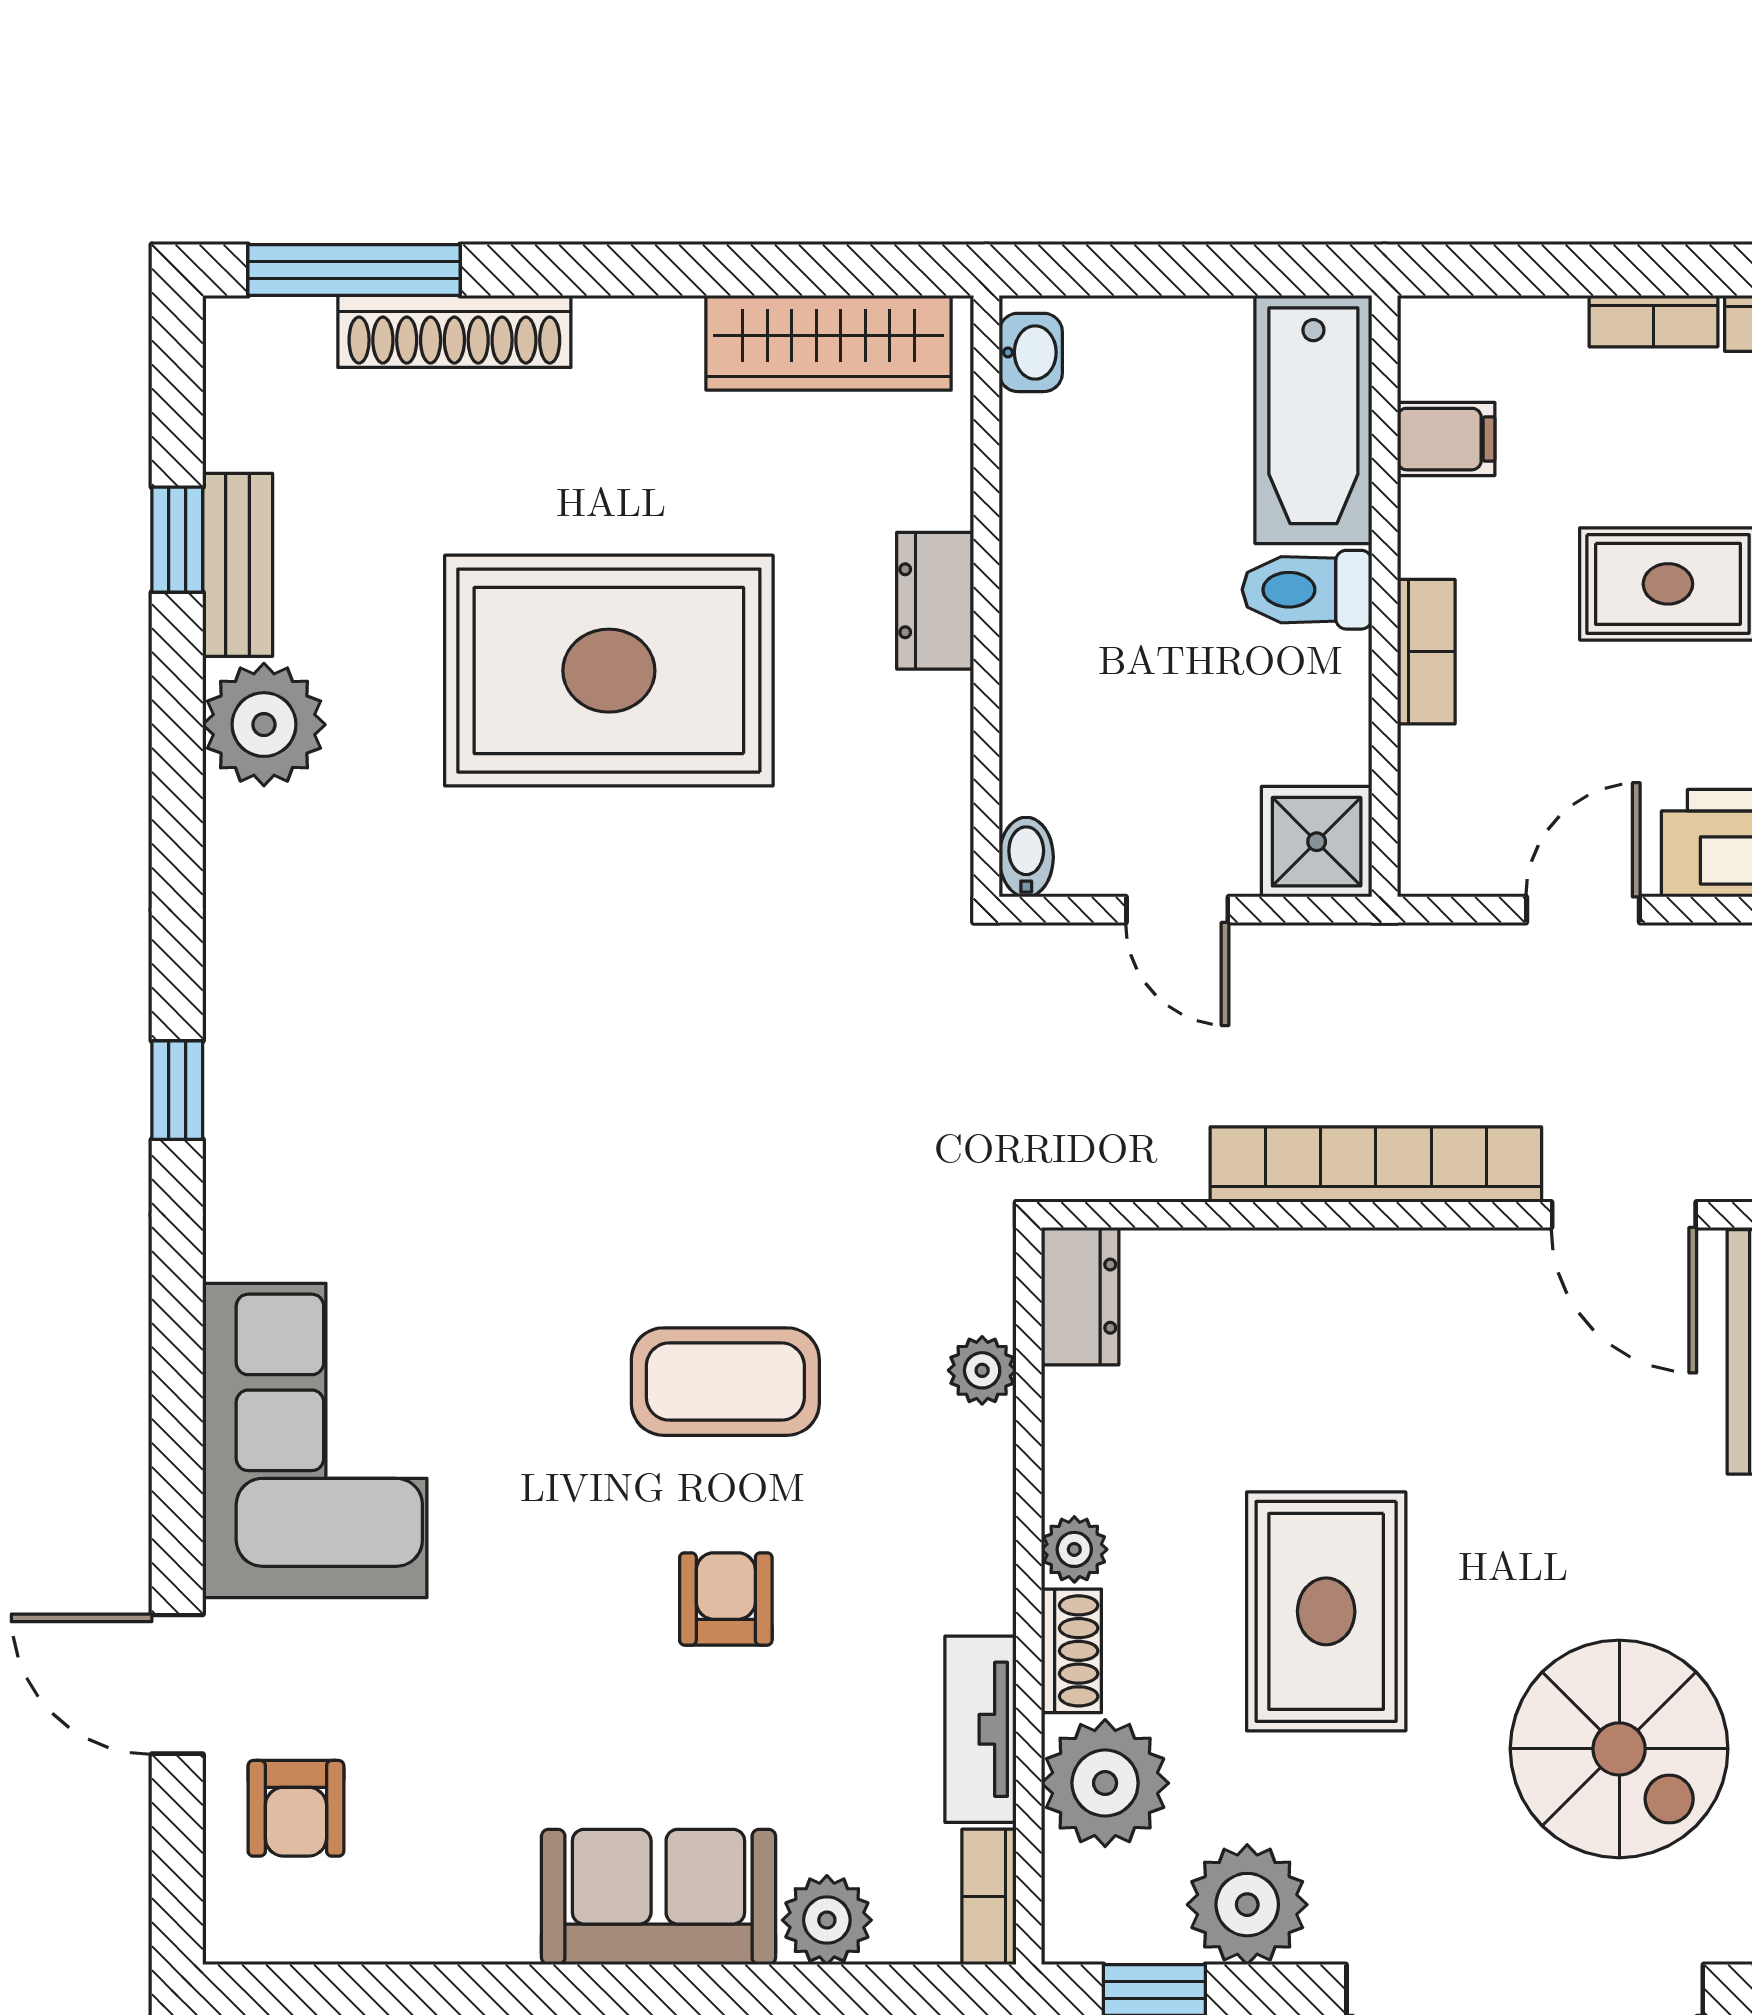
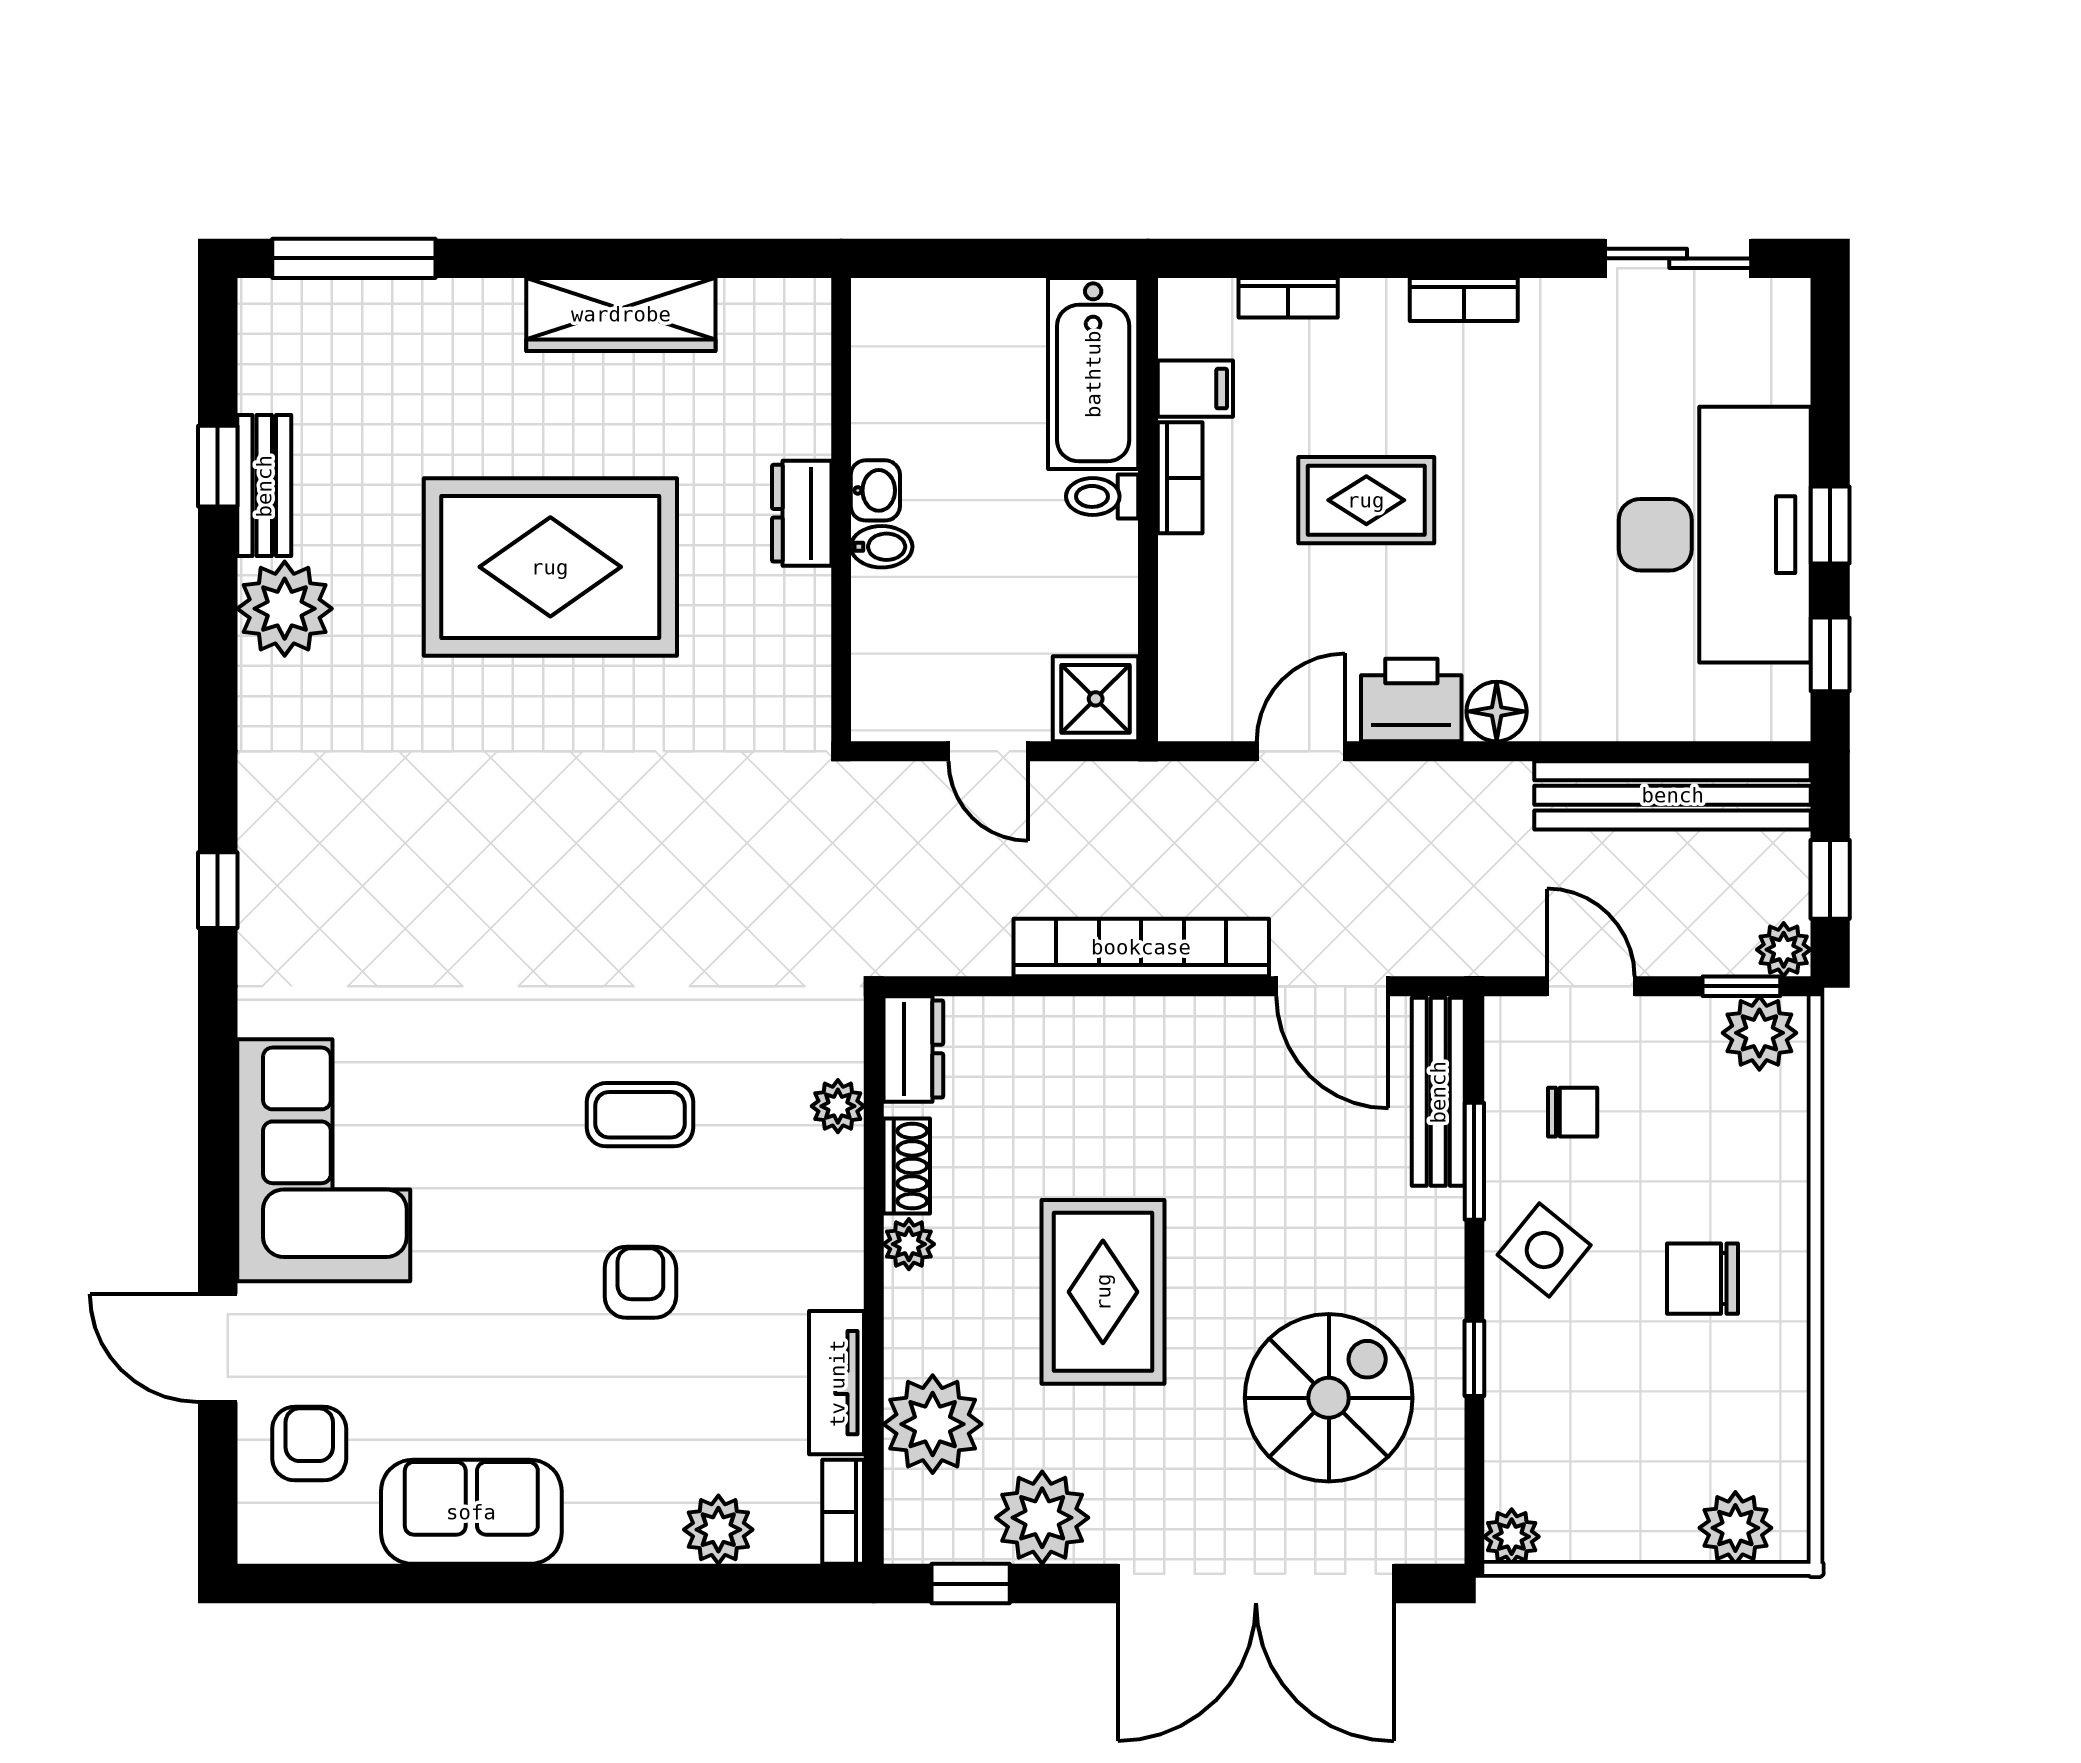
bookcase: (1654, 321) -> (1288, 298), moved
shoe rack: (454, 331) -> (431, 306), removed
wardrobe: (829, 343) -> (621, 314), moved
washbasin: (1031, 352) -> (875, 490), moved
toilet: (1307, 590) -> (1102, 496), width x0.73, depth x0.72
bookcase: (1426, 652) -> (1180, 478), moved
bidet: (1026, 857) -> (882, 547), moved, turned 90
coffee table: (725, 1382) -> (640, 1115), width x0.73, depth x0.77
shoe rack: (1071, 1651) -> (907, 1166), moved
spiral stairs: (1619, 1749) -> (1329, 1398), turned -90
armchair: (296, 1808) -> (309, 1444), turned 180
sofa: (659, 1897) -> (471, 1512), moved

